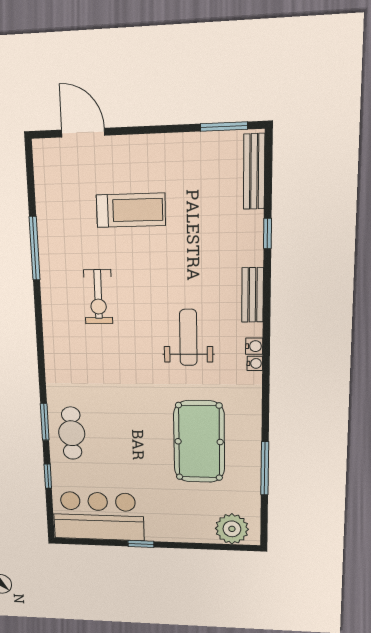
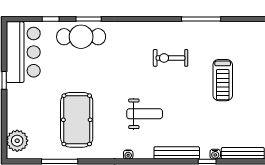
bench: (253, 295) -> (177, 153), width x1.36
water cooler: (254, 346) -> (215, 154), moved
cafe table: (72, 433) -> (81, 37), width x1.37, depth x1.35
pool table: (199, 442) -> (77, 120), turned 90

